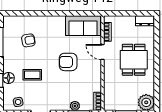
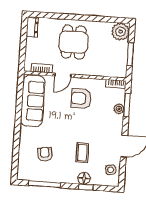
sofa: (83, 26) -> (33, 101), width x1.36
dining table: (134, 60) -> (74, 42), turned 90
armchair: (68, 62) -> (81, 99), moved, turned 90

